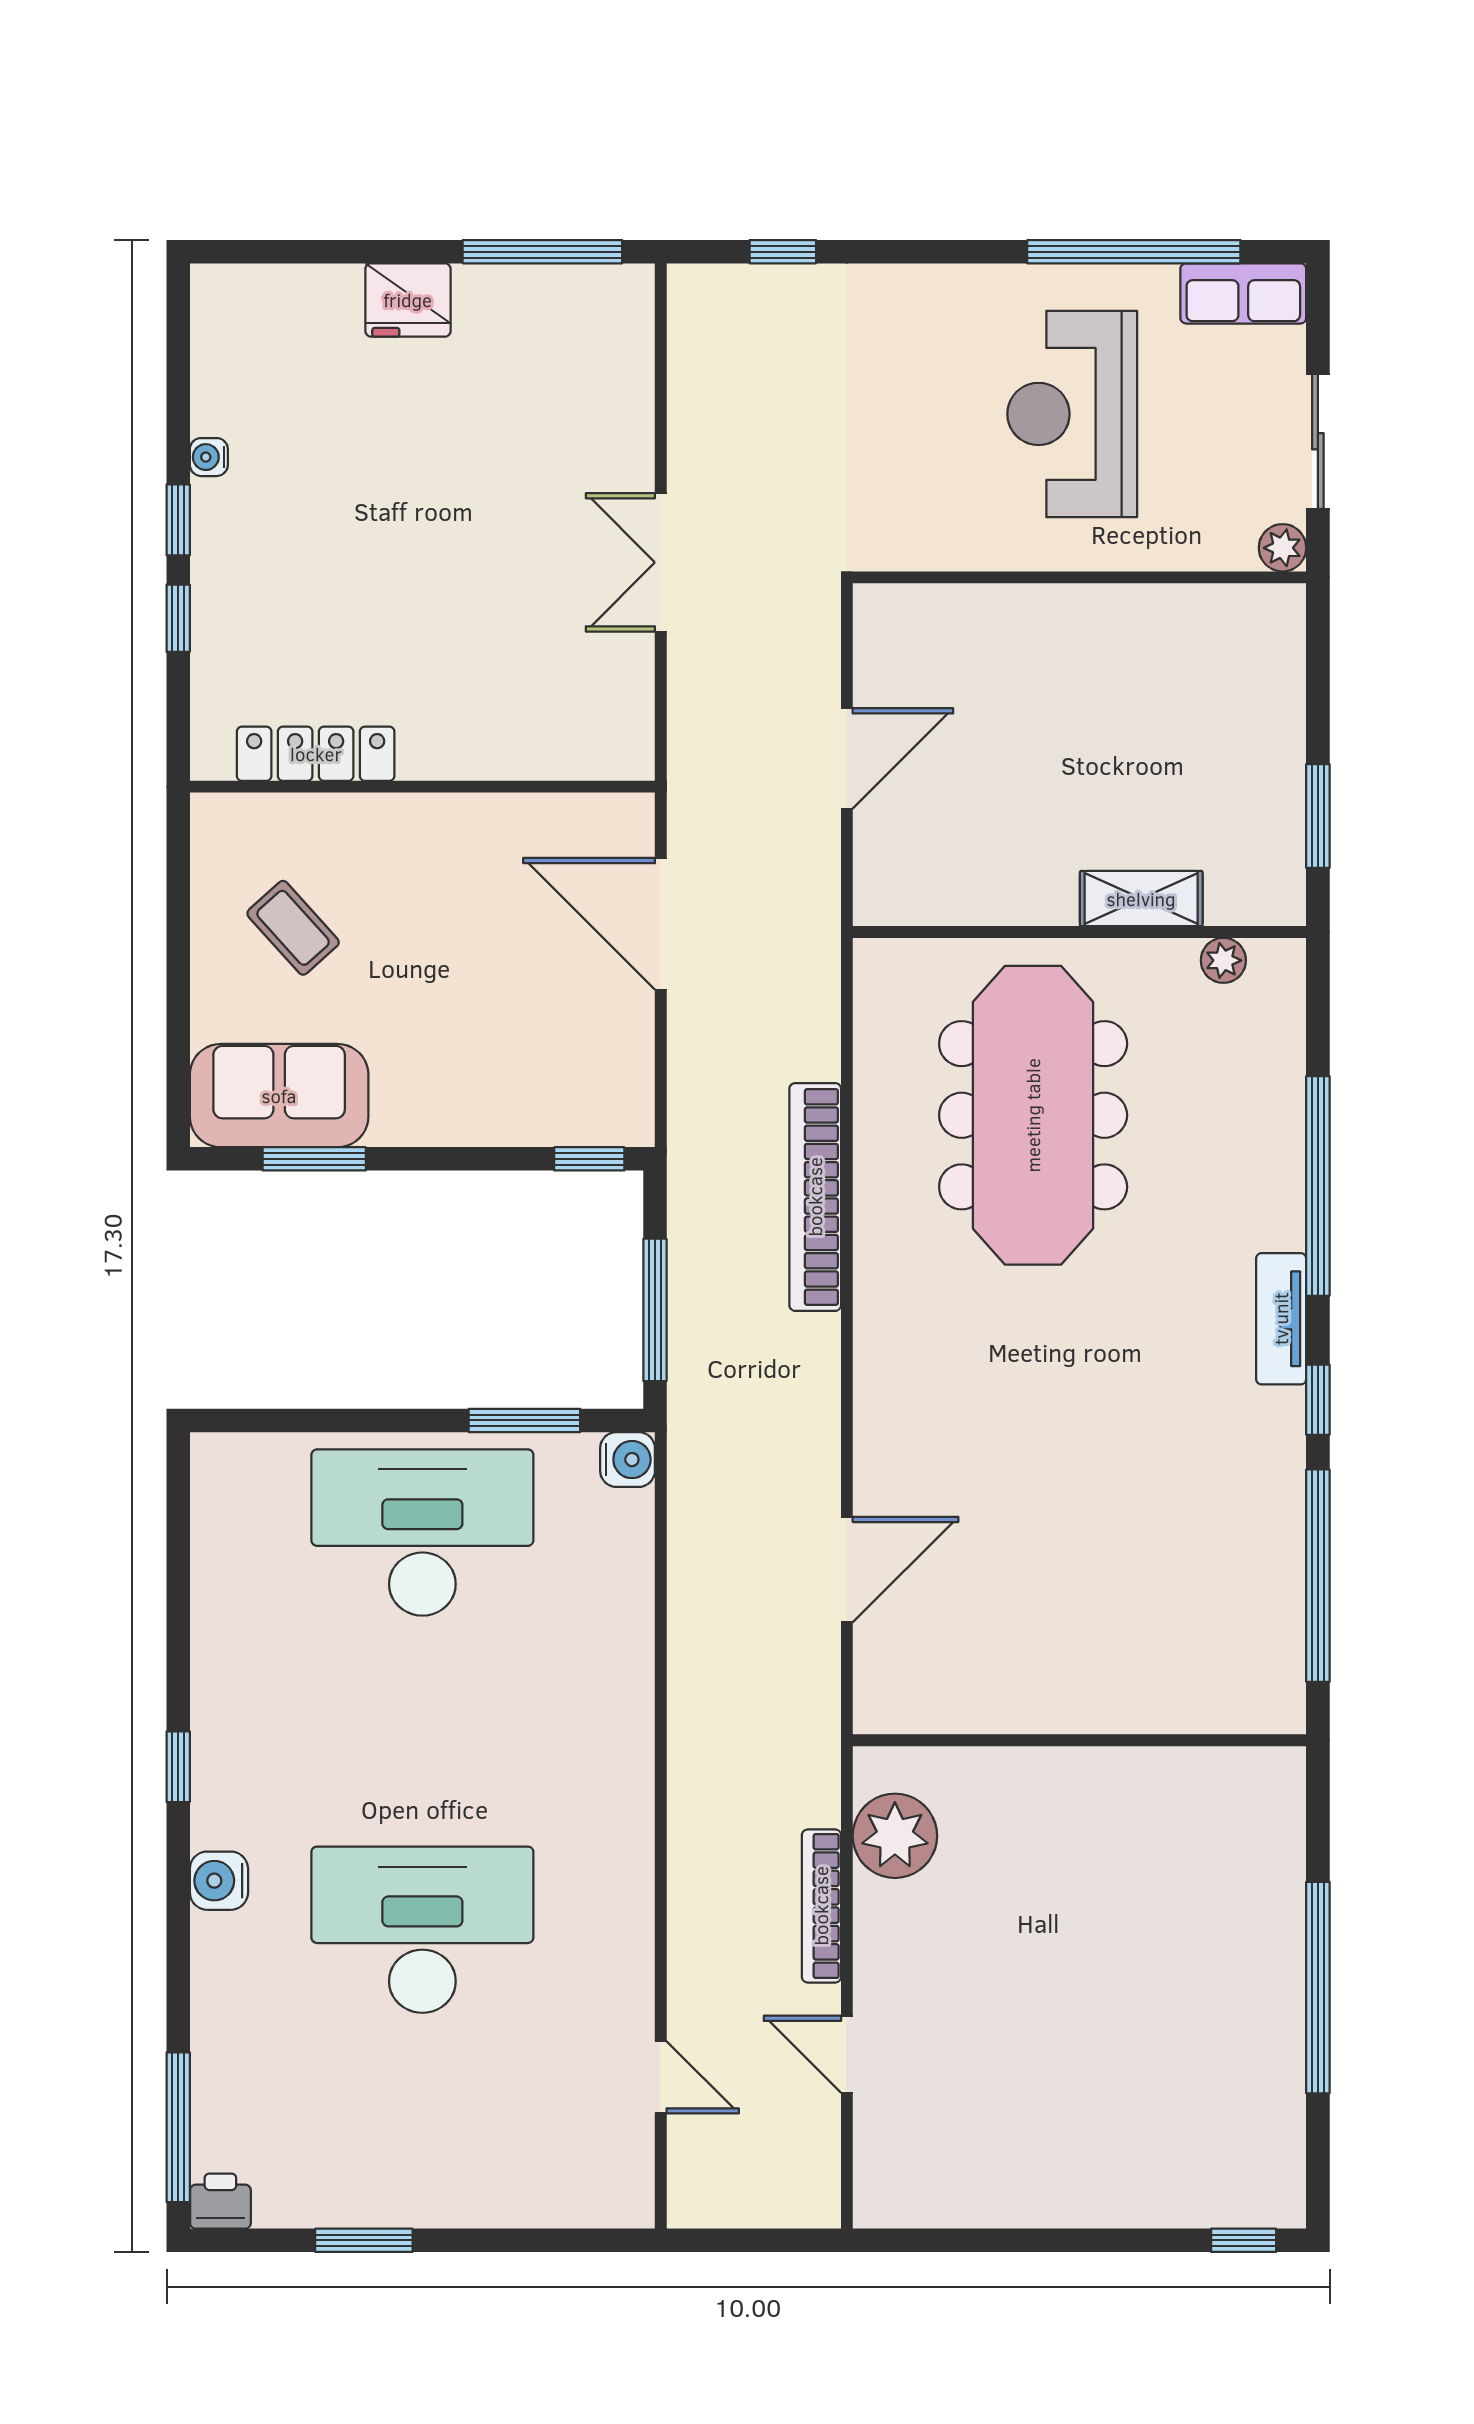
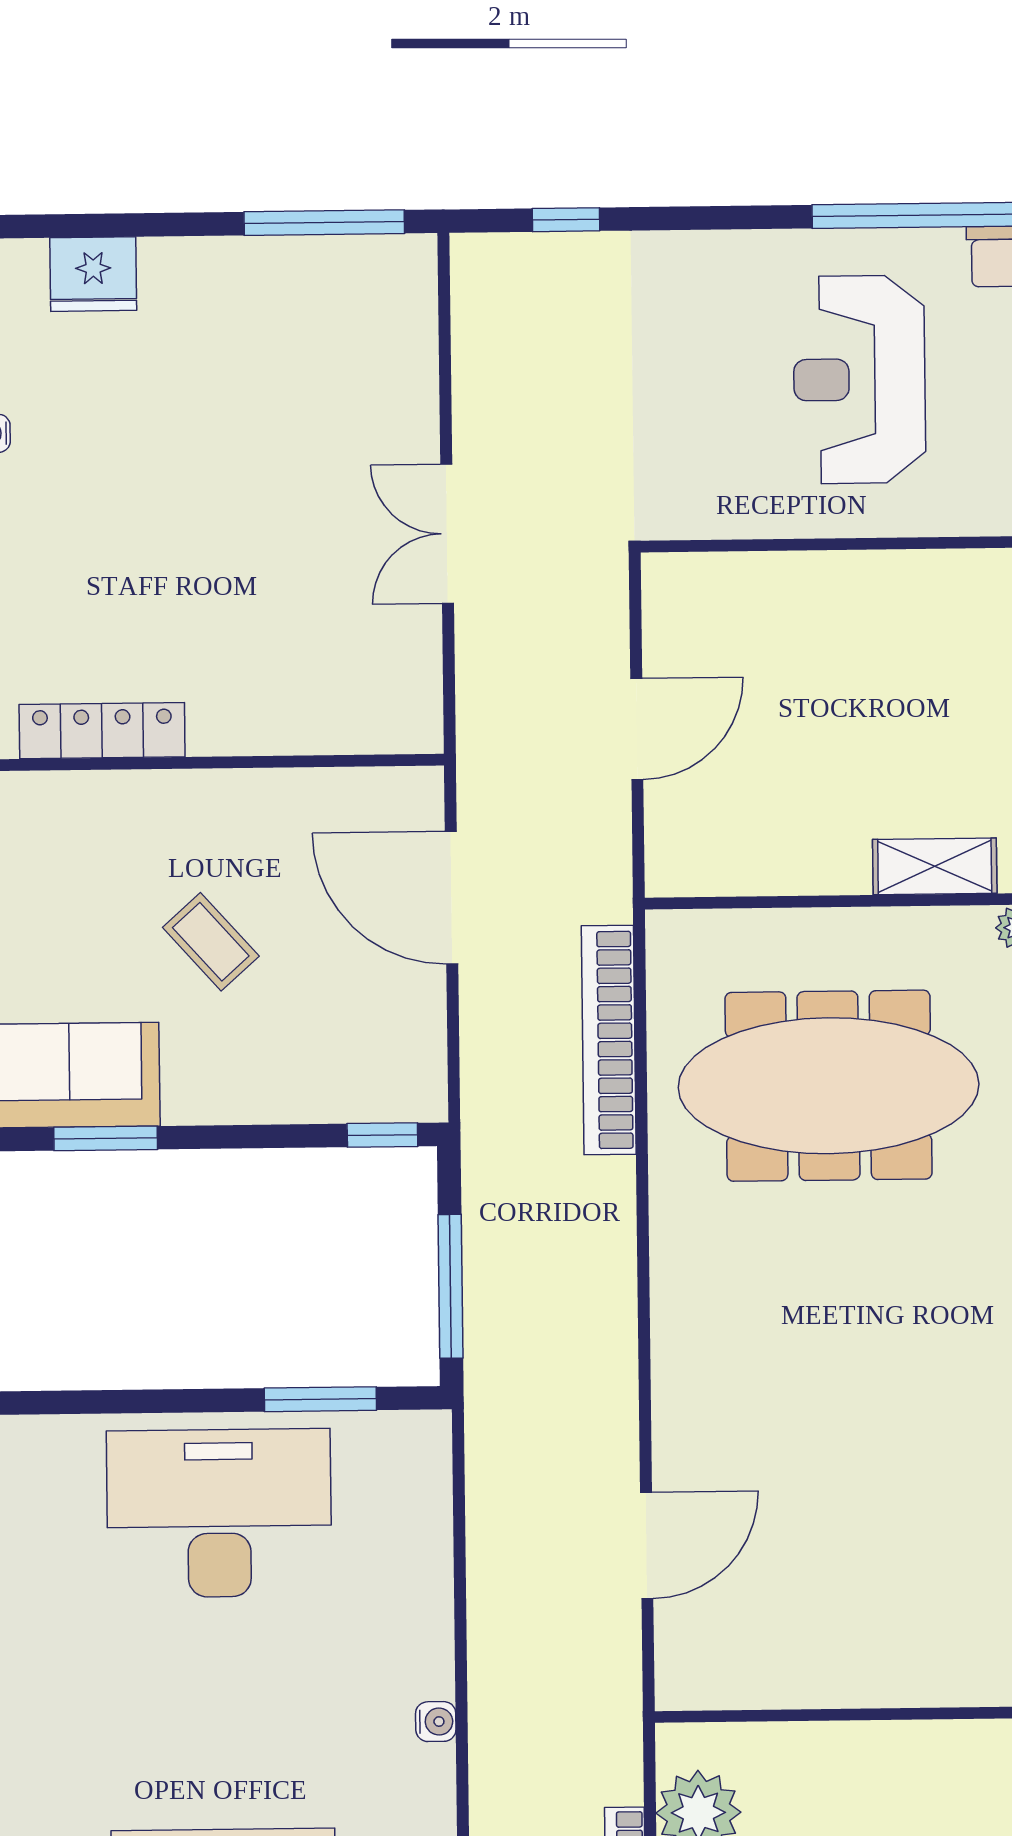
fridge: (408, 300) -> (93, 274), moved
coffee table: (293, 928) -> (211, 942), moved
meeting table: (1033, 1115) -> (829, 1086), turned 90
bookcase: (815, 1197) -> (609, 1040), moved
water cooler: (628, 1460) -> (436, 1722), moved, width x0.72, depth x0.72

